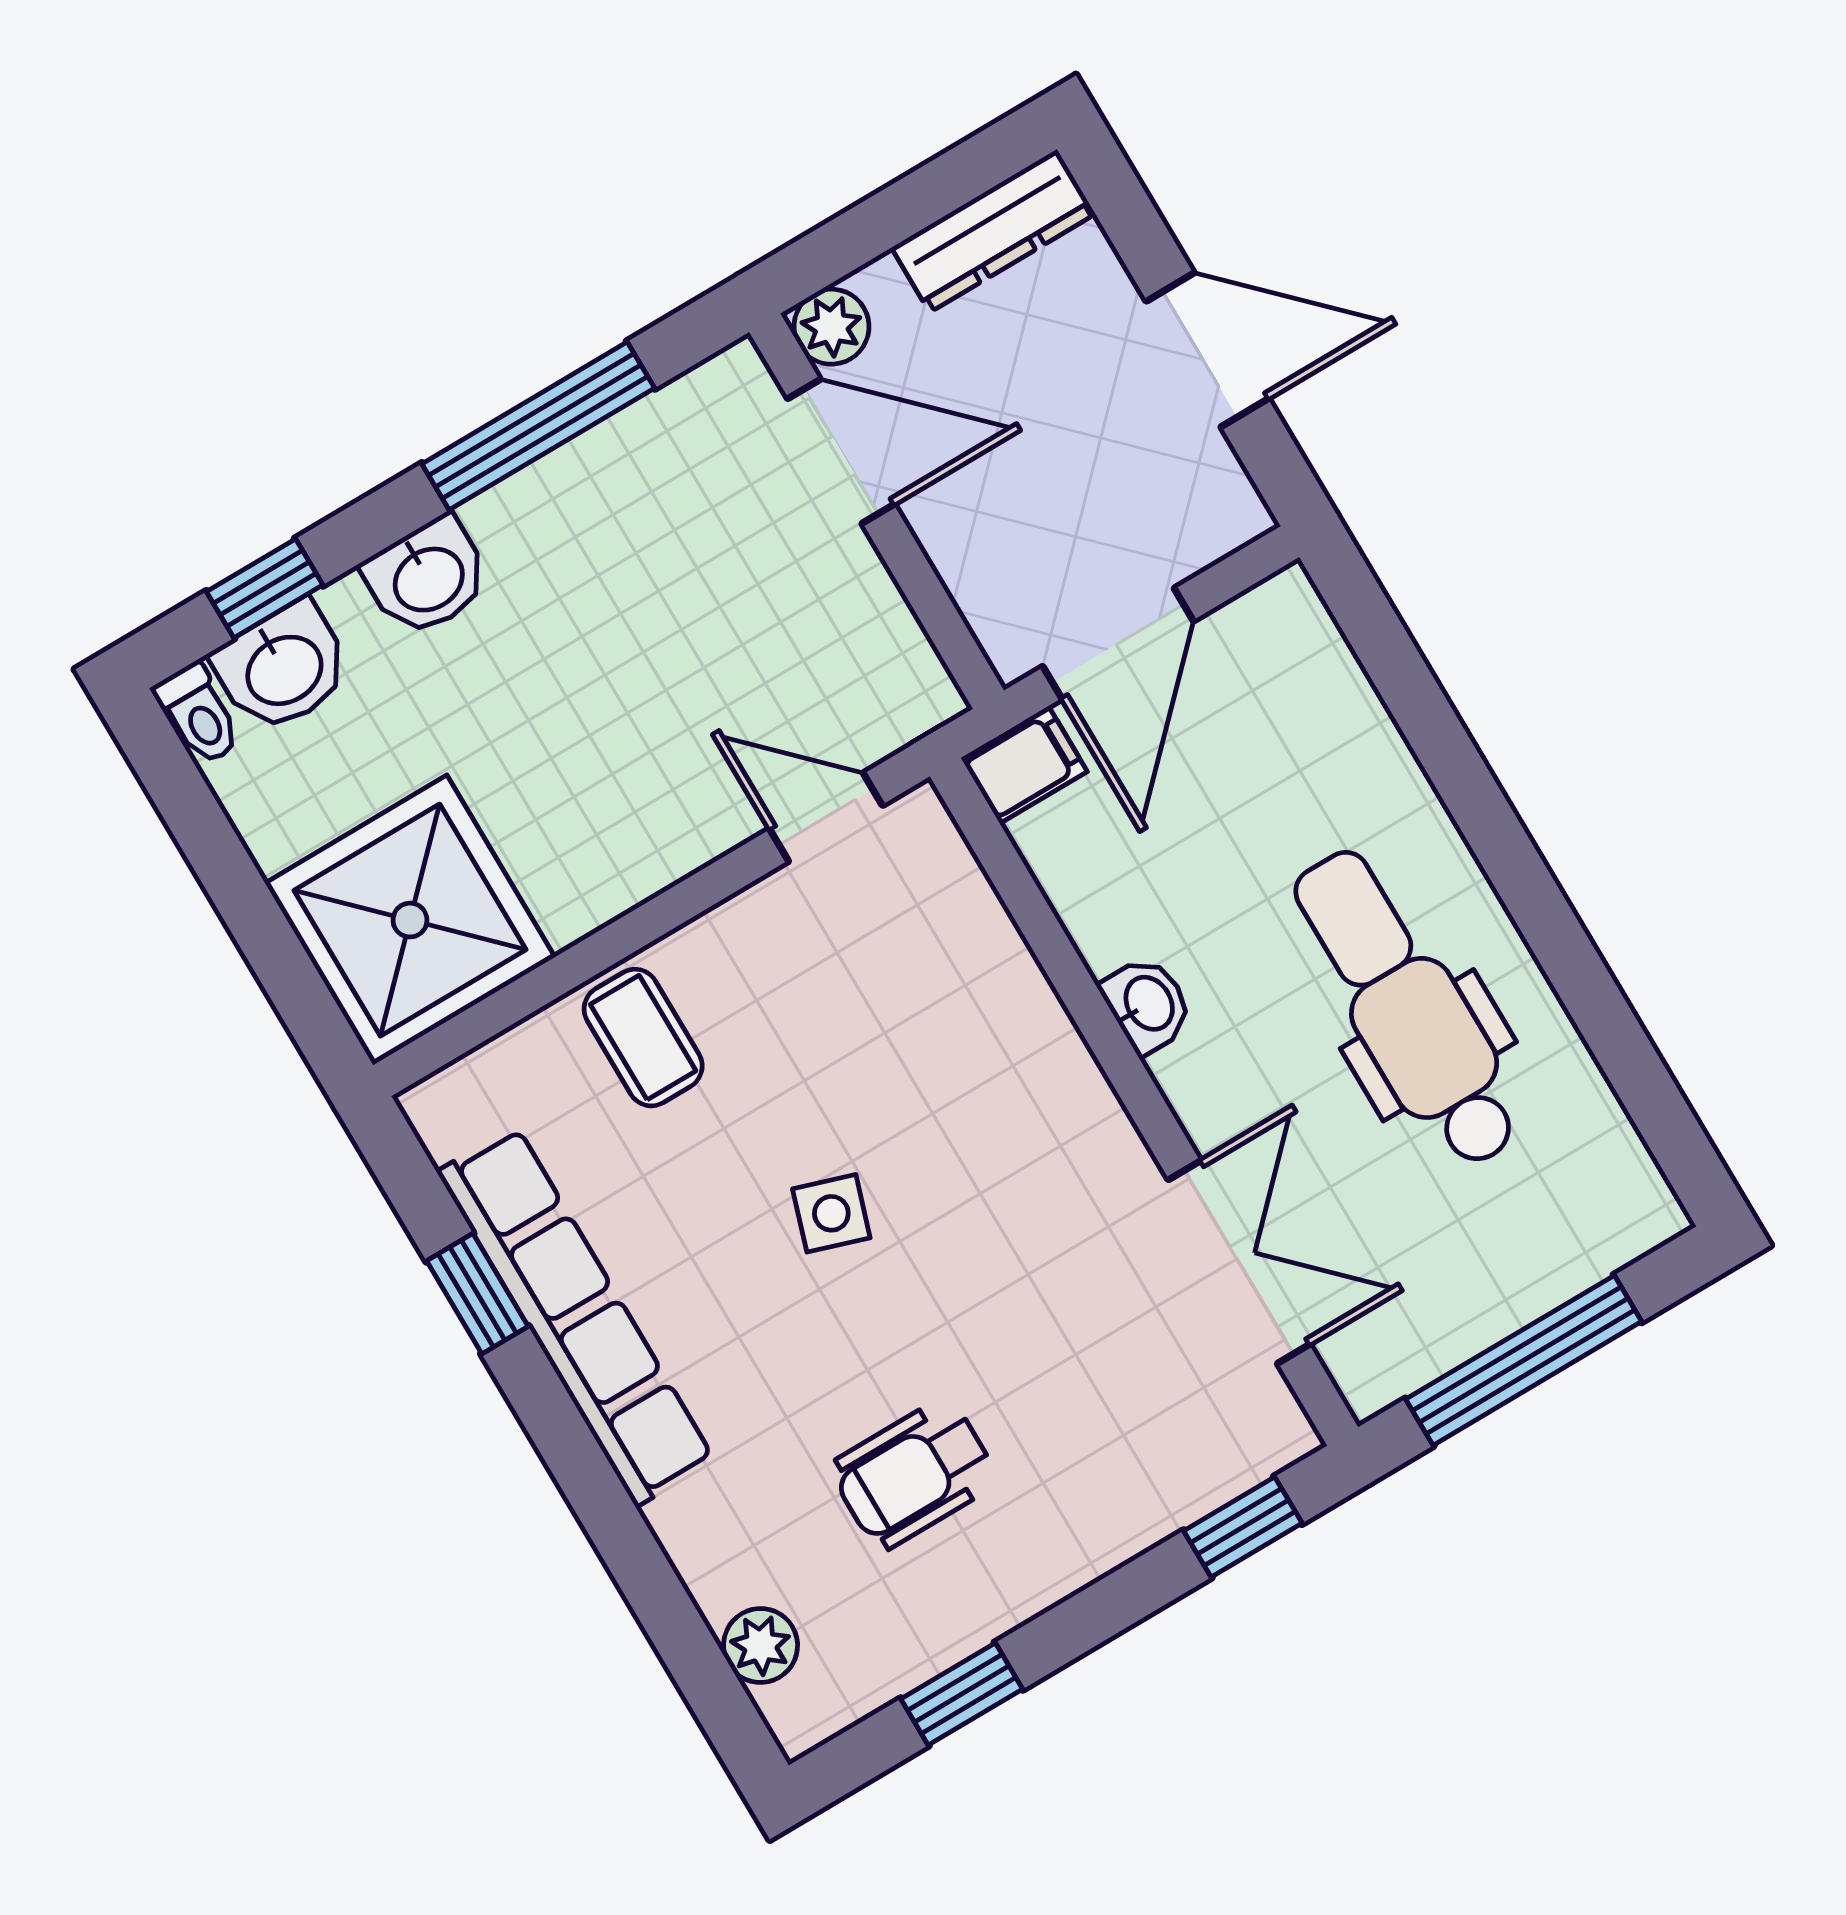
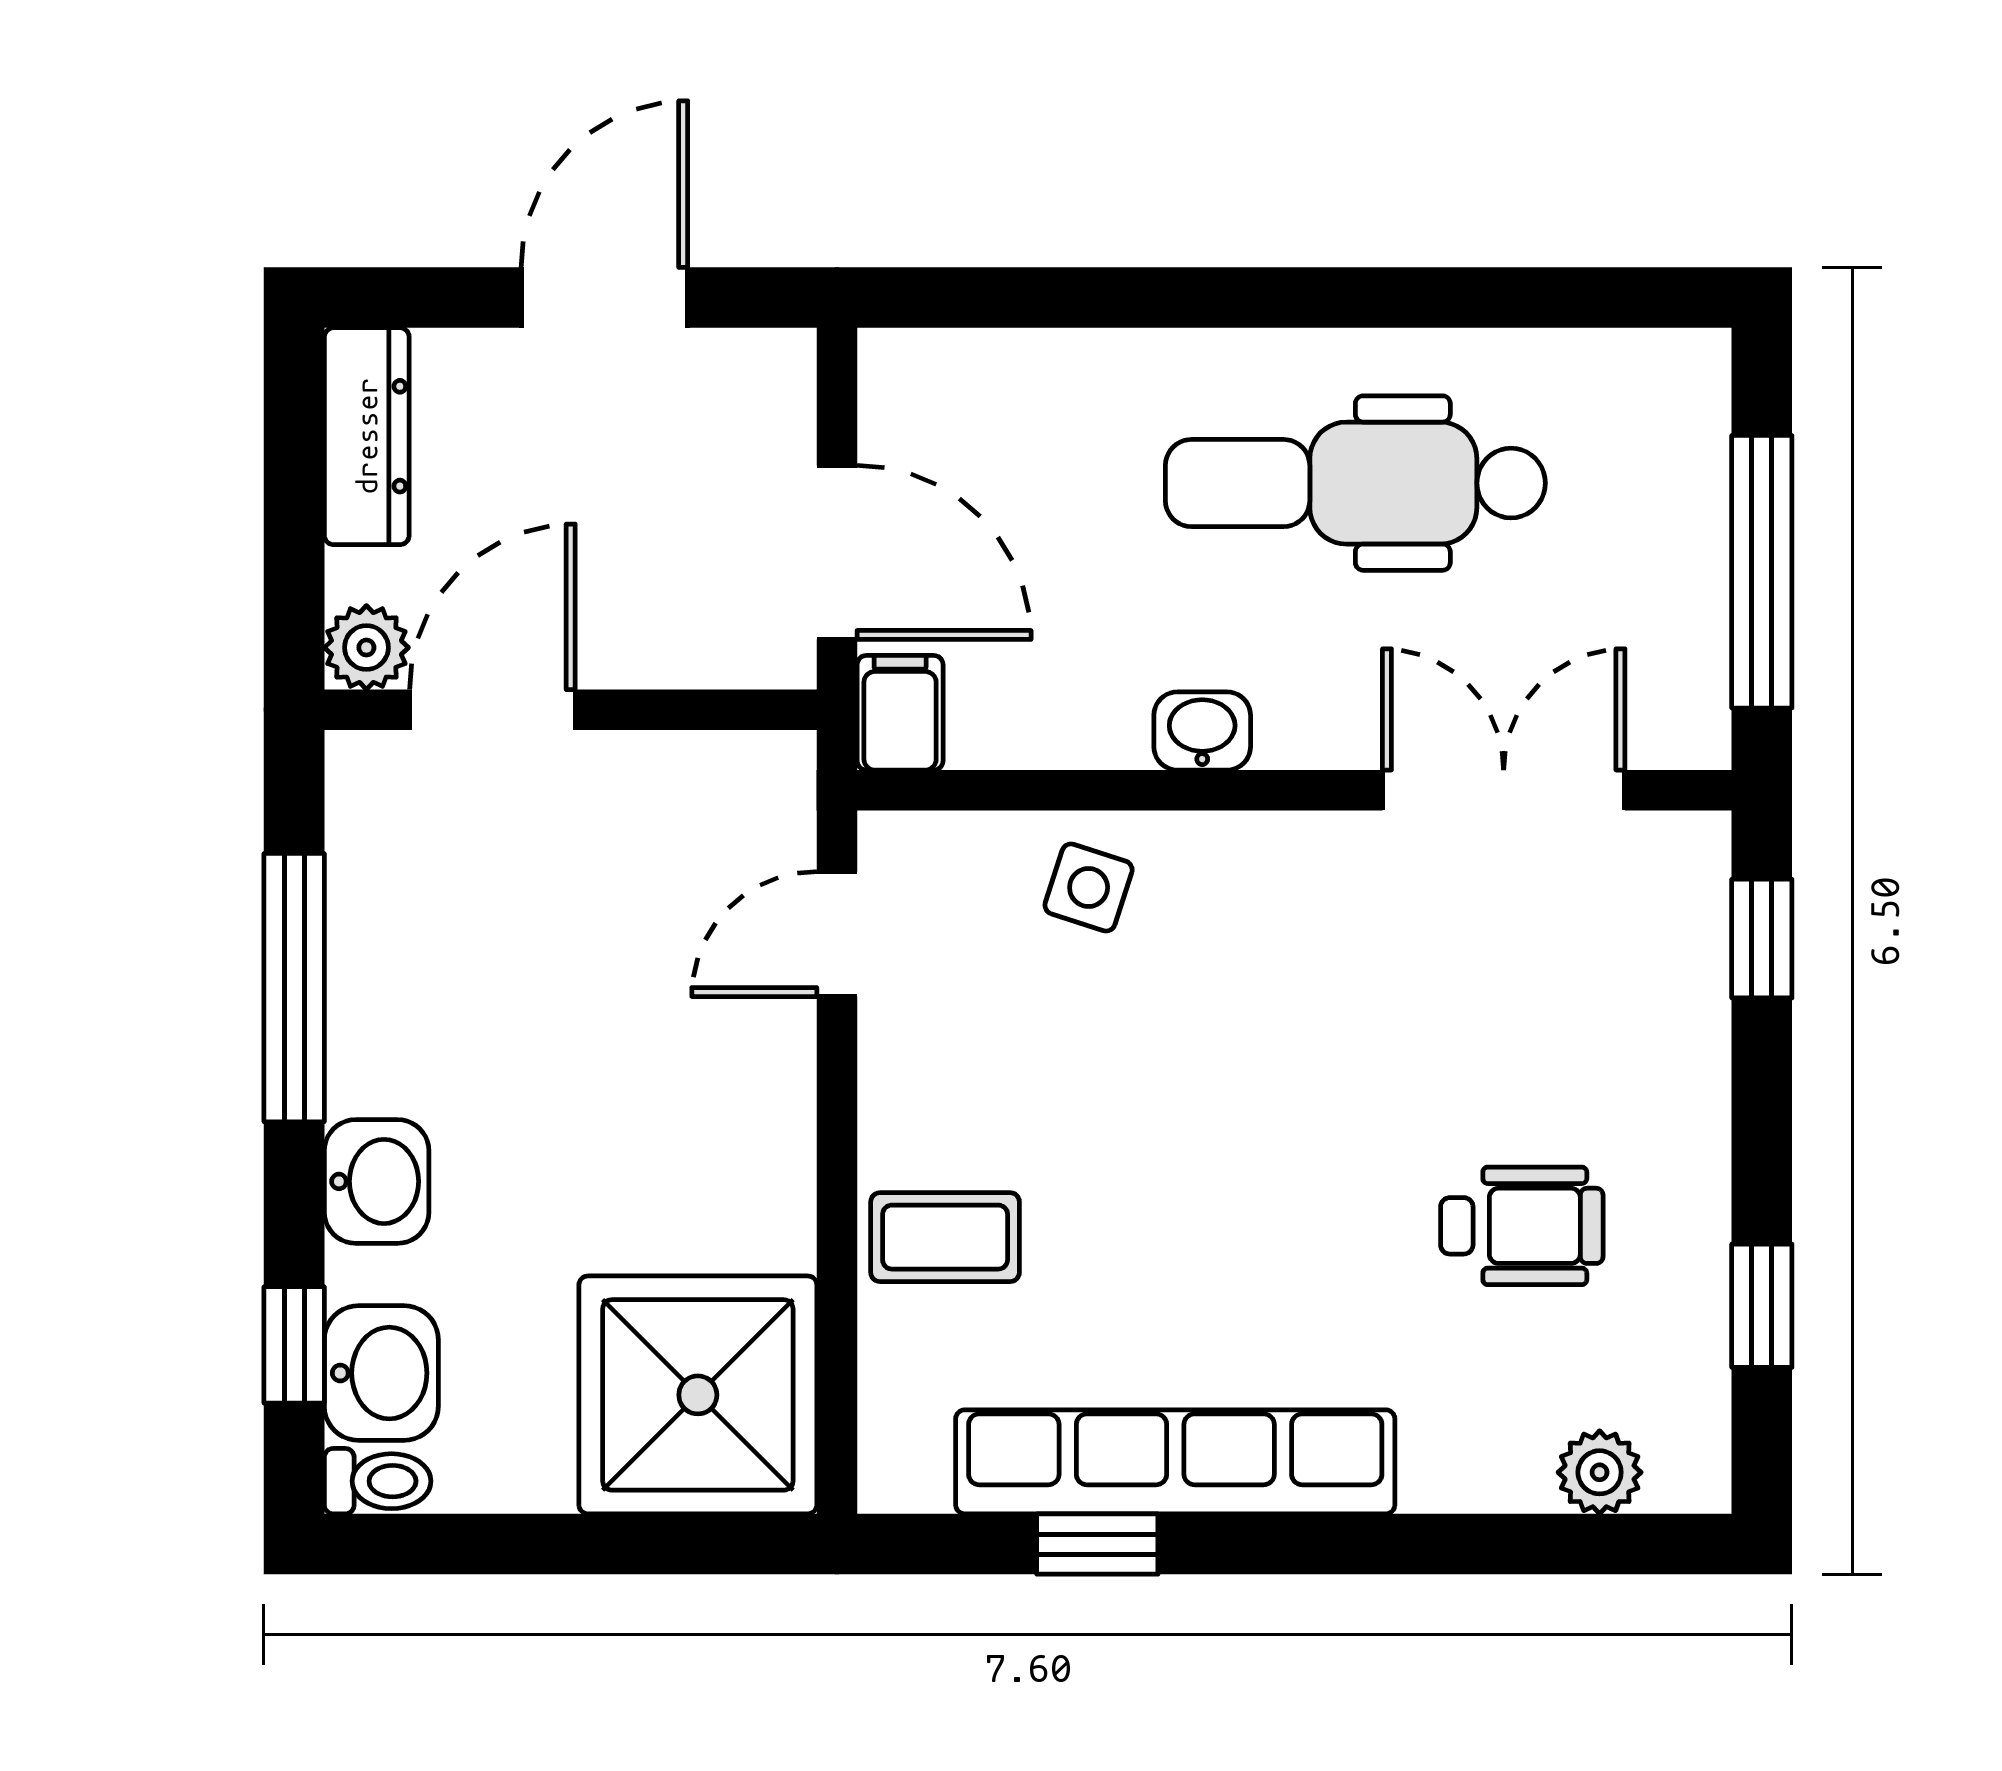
side table: (831, 1213) -> (1089, 887), moved
wheelchair: (914, 1474) -> (1522, 1226), turned -90

